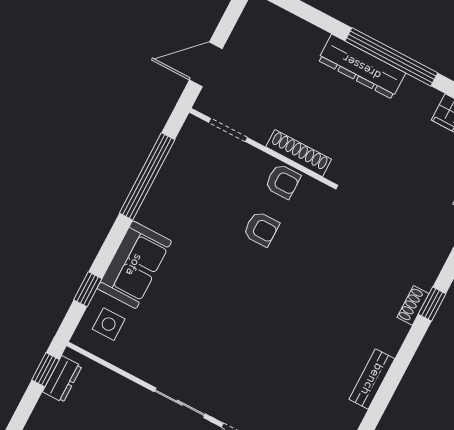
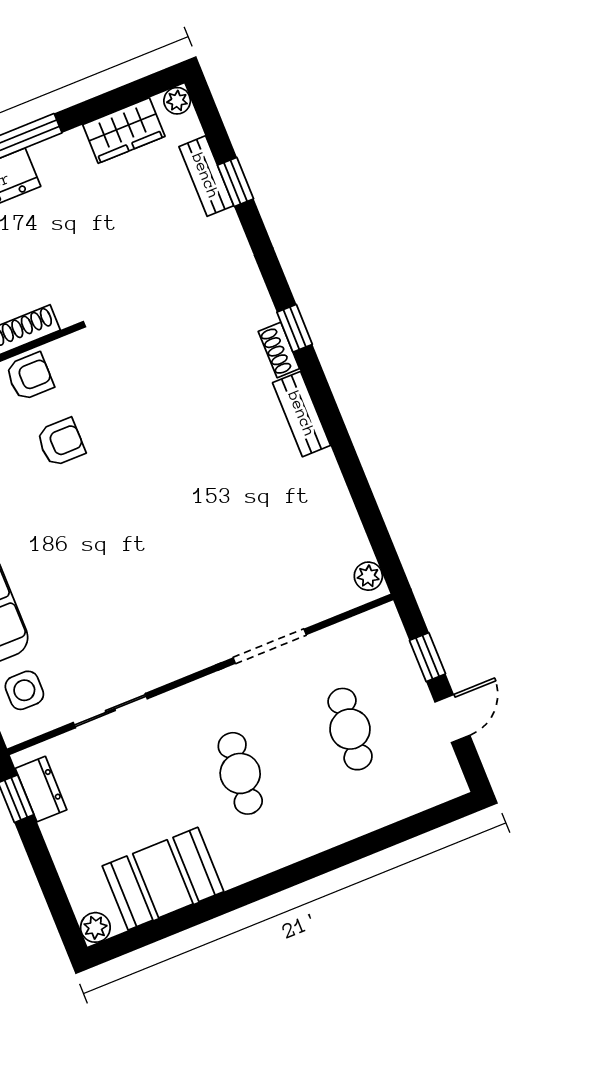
bench: (372, 379) -> (302, 414), moved
sliding door: (180, 403) -> (110, 711), moved

